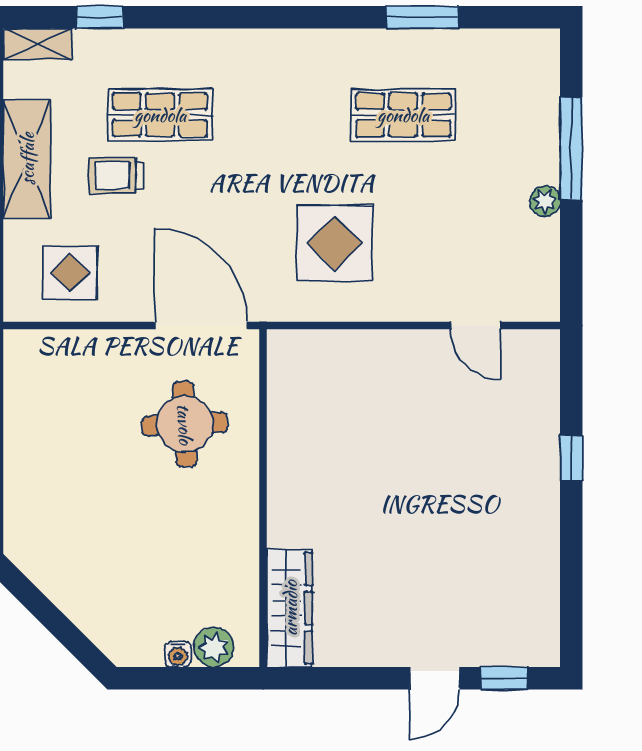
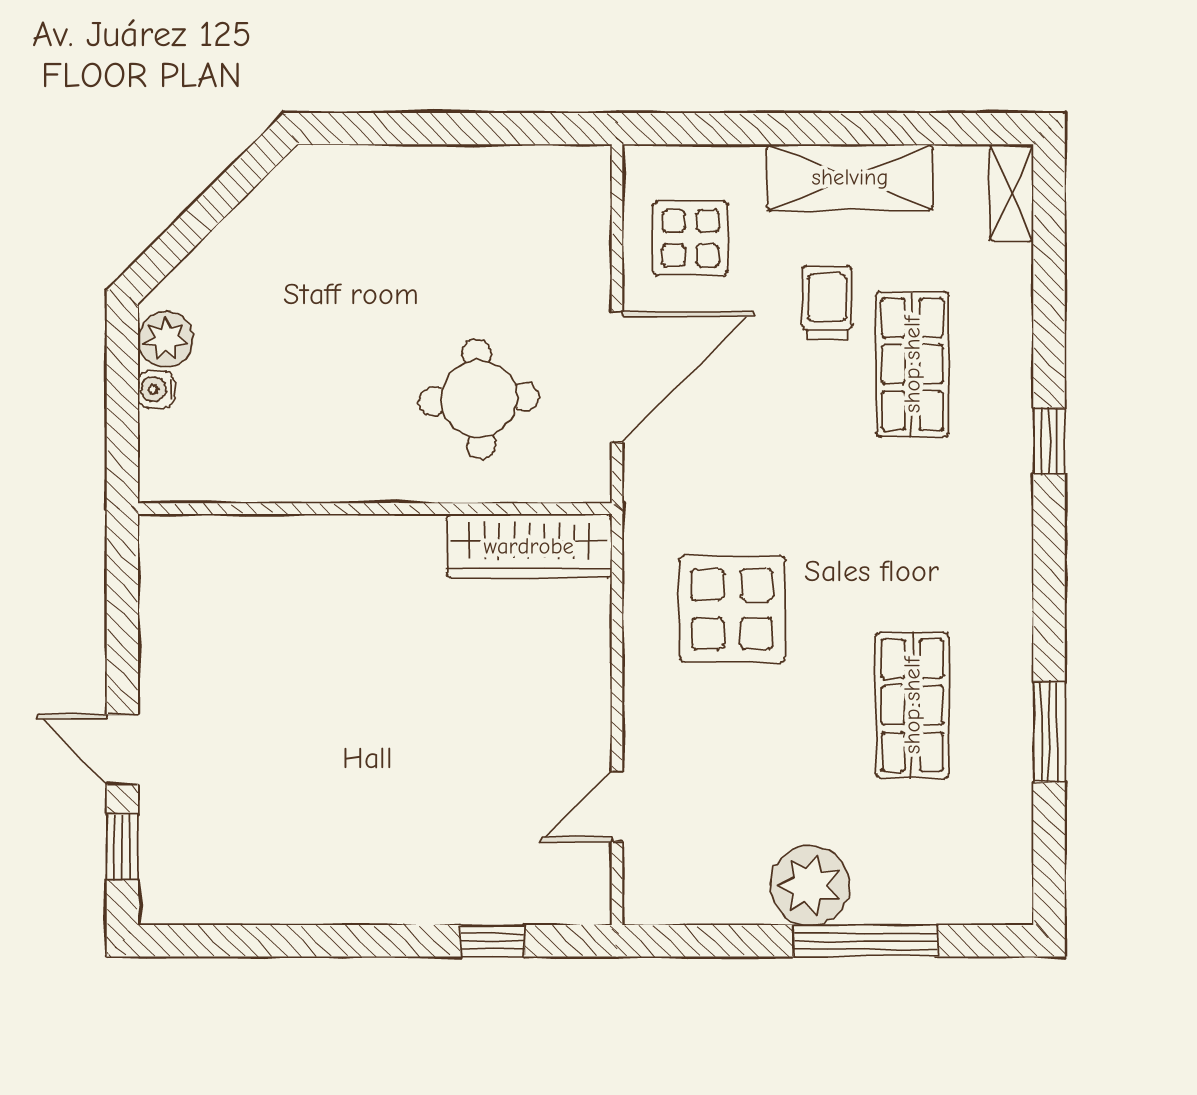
window: (100, 17) -> (1049, 441), moved
plant: (545, 201) -> (810, 885), width x1.88, depth x1.88
door: (201, 325) -> (617, 377), moved
window: (571, 458) -> (492, 941), moved
wardrobe: (290, 608) -> (529, 546), moved
plant: (214, 647) -> (166, 339), moved

